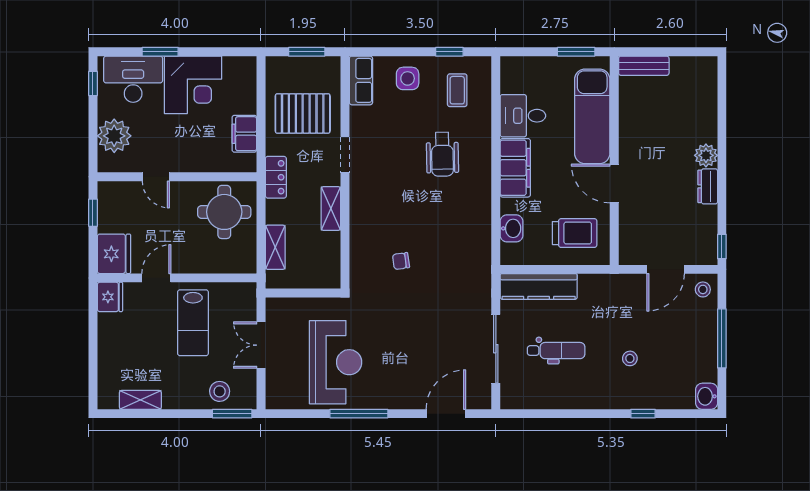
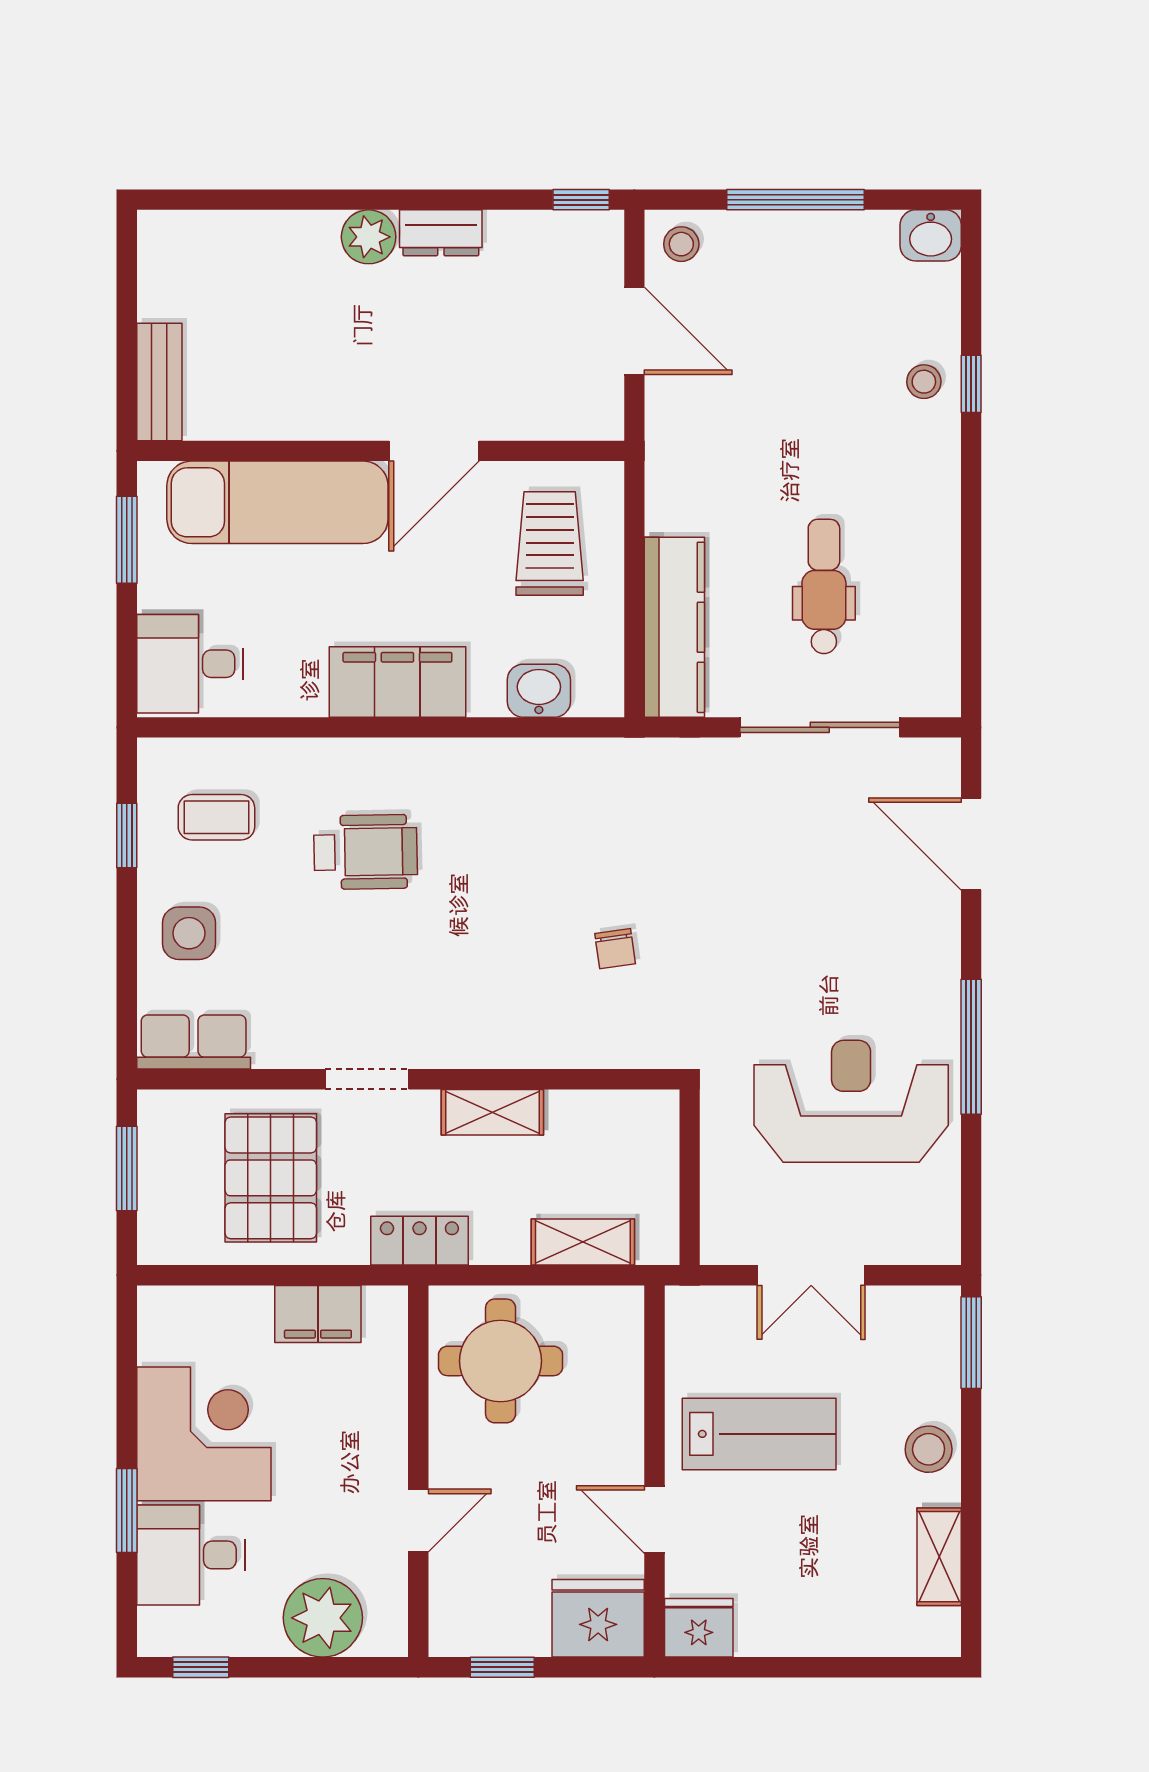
desk: (133, 79) -> (191, 1555), width x0.73
desk: (523, 116) -> (190, 664), moved, turned 90
stool: (630, 358) -> (924, 382), moved
stool: (220, 391) -> (929, 1449), moved

